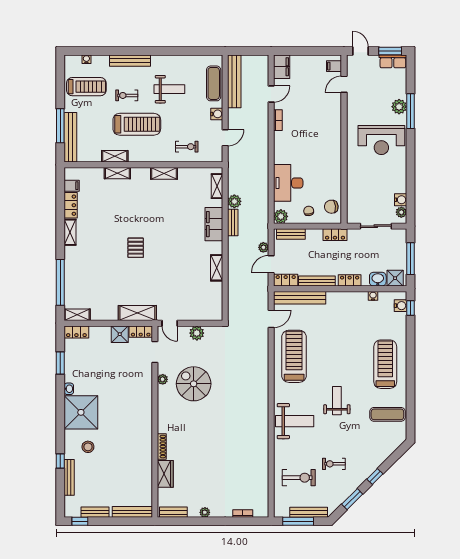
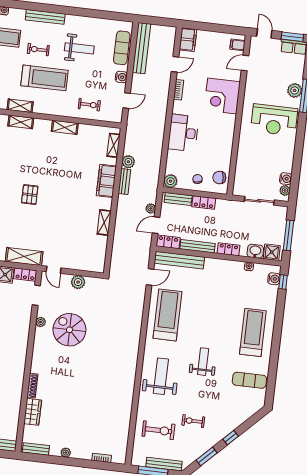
corner desk: (324, 121) -> (222, 96), added
desk: (288, 183) -> (183, 133), moved
locker: (335, 235) -> (204, 202), moved
weight bench: (295, 421) -> (161, 376), turned -90

